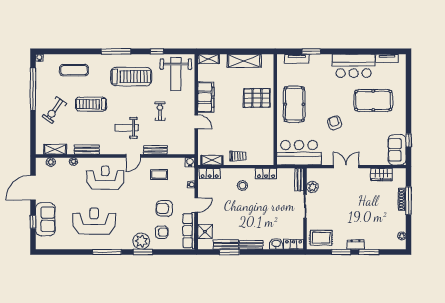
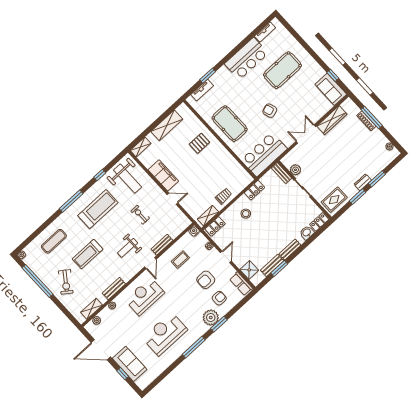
pallet: (257, 98) -> (199, 143), width x0.67, depth x0.71
wardrobe: (381, 174) -> (332, 120), width x1.50
door: (33, 188) -> (101, 350), hinge flipped
row of seats: (189, 231) -> (241, 284), width x0.68

